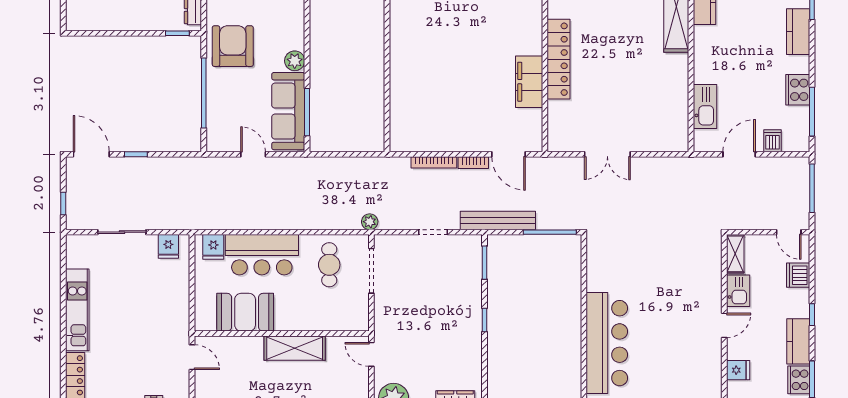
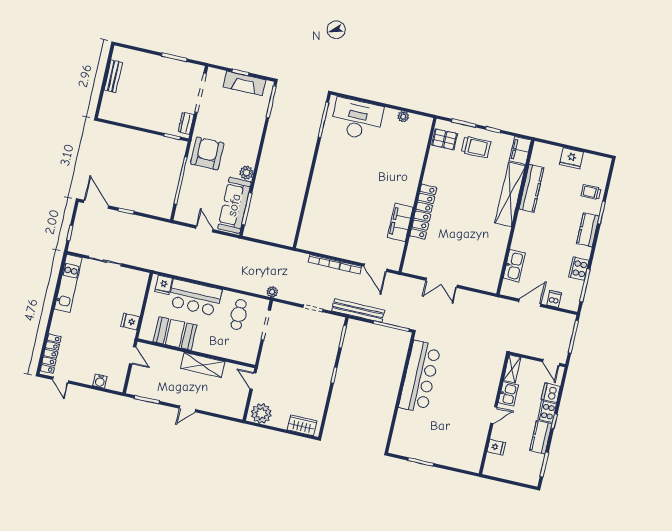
fridge: (168, 246) -> (130, 322), moved, turned 90
kitchen unit: (77, 310) -> (68, 283), moved
bar counter: (607, 343) -> (420, 377), moved
cooker: (799, 380) -> (547, 412), moved

